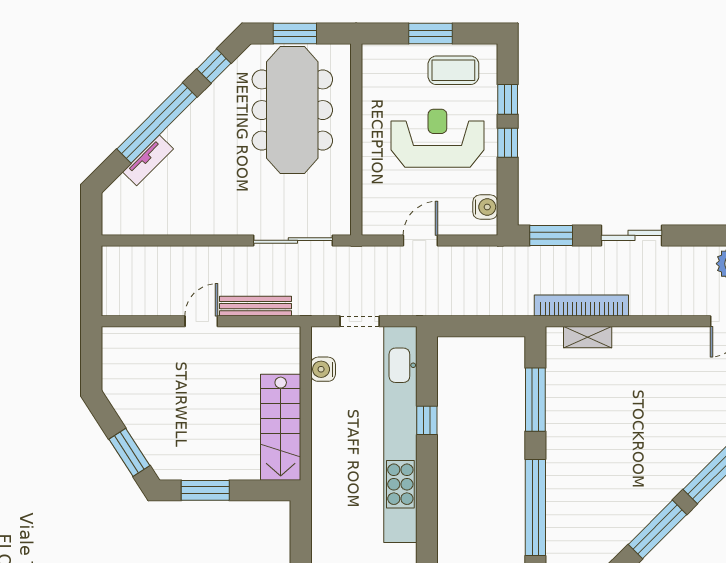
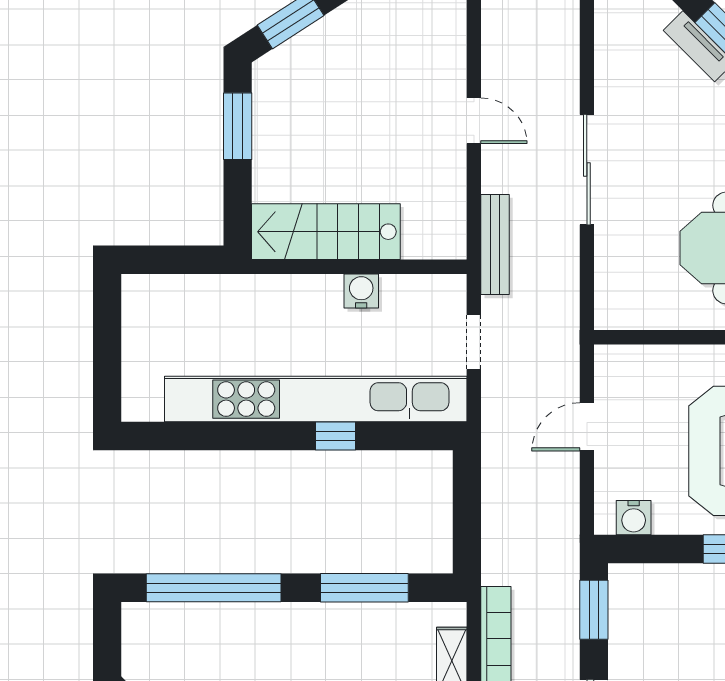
sliding door: (293, 240) -> (587, 170), moved
door: (420, 240) -> (587, 427), swing flipped
bench: (255, 306) -> (495, 245), moved
water cooler: (323, 369) -> (361, 291), moved

